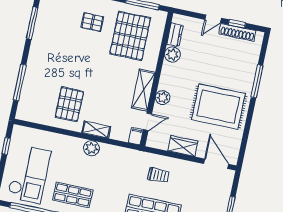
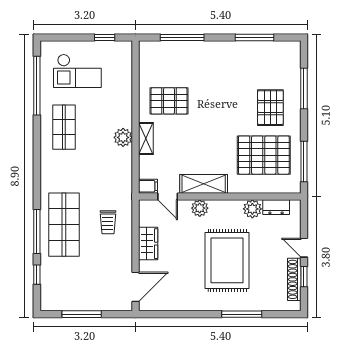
pallet: (92, 22) -> (270, 108), width x1.50, depth x1.42
rug: (218, 107) -> (227, 260), moved
checkout: (29, 174) -> (77, 71), width x0.73, depth x0.83

